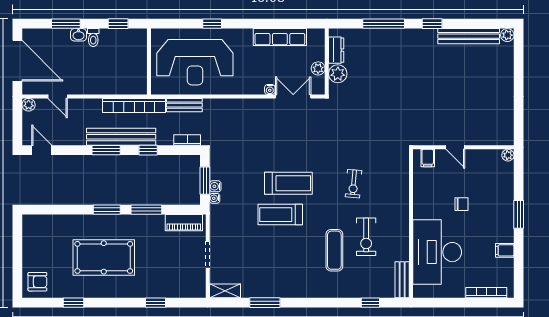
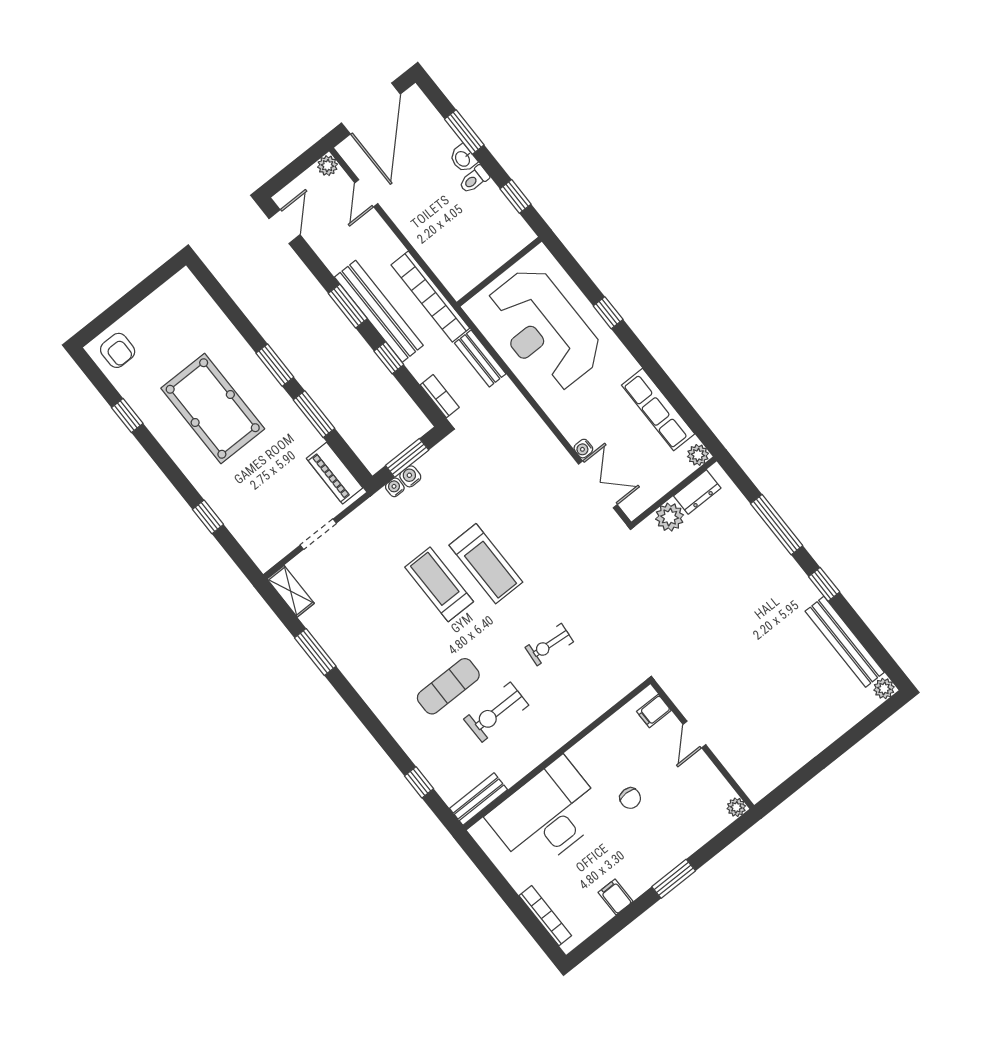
plant: (318, 68) -> (698, 455), moved

